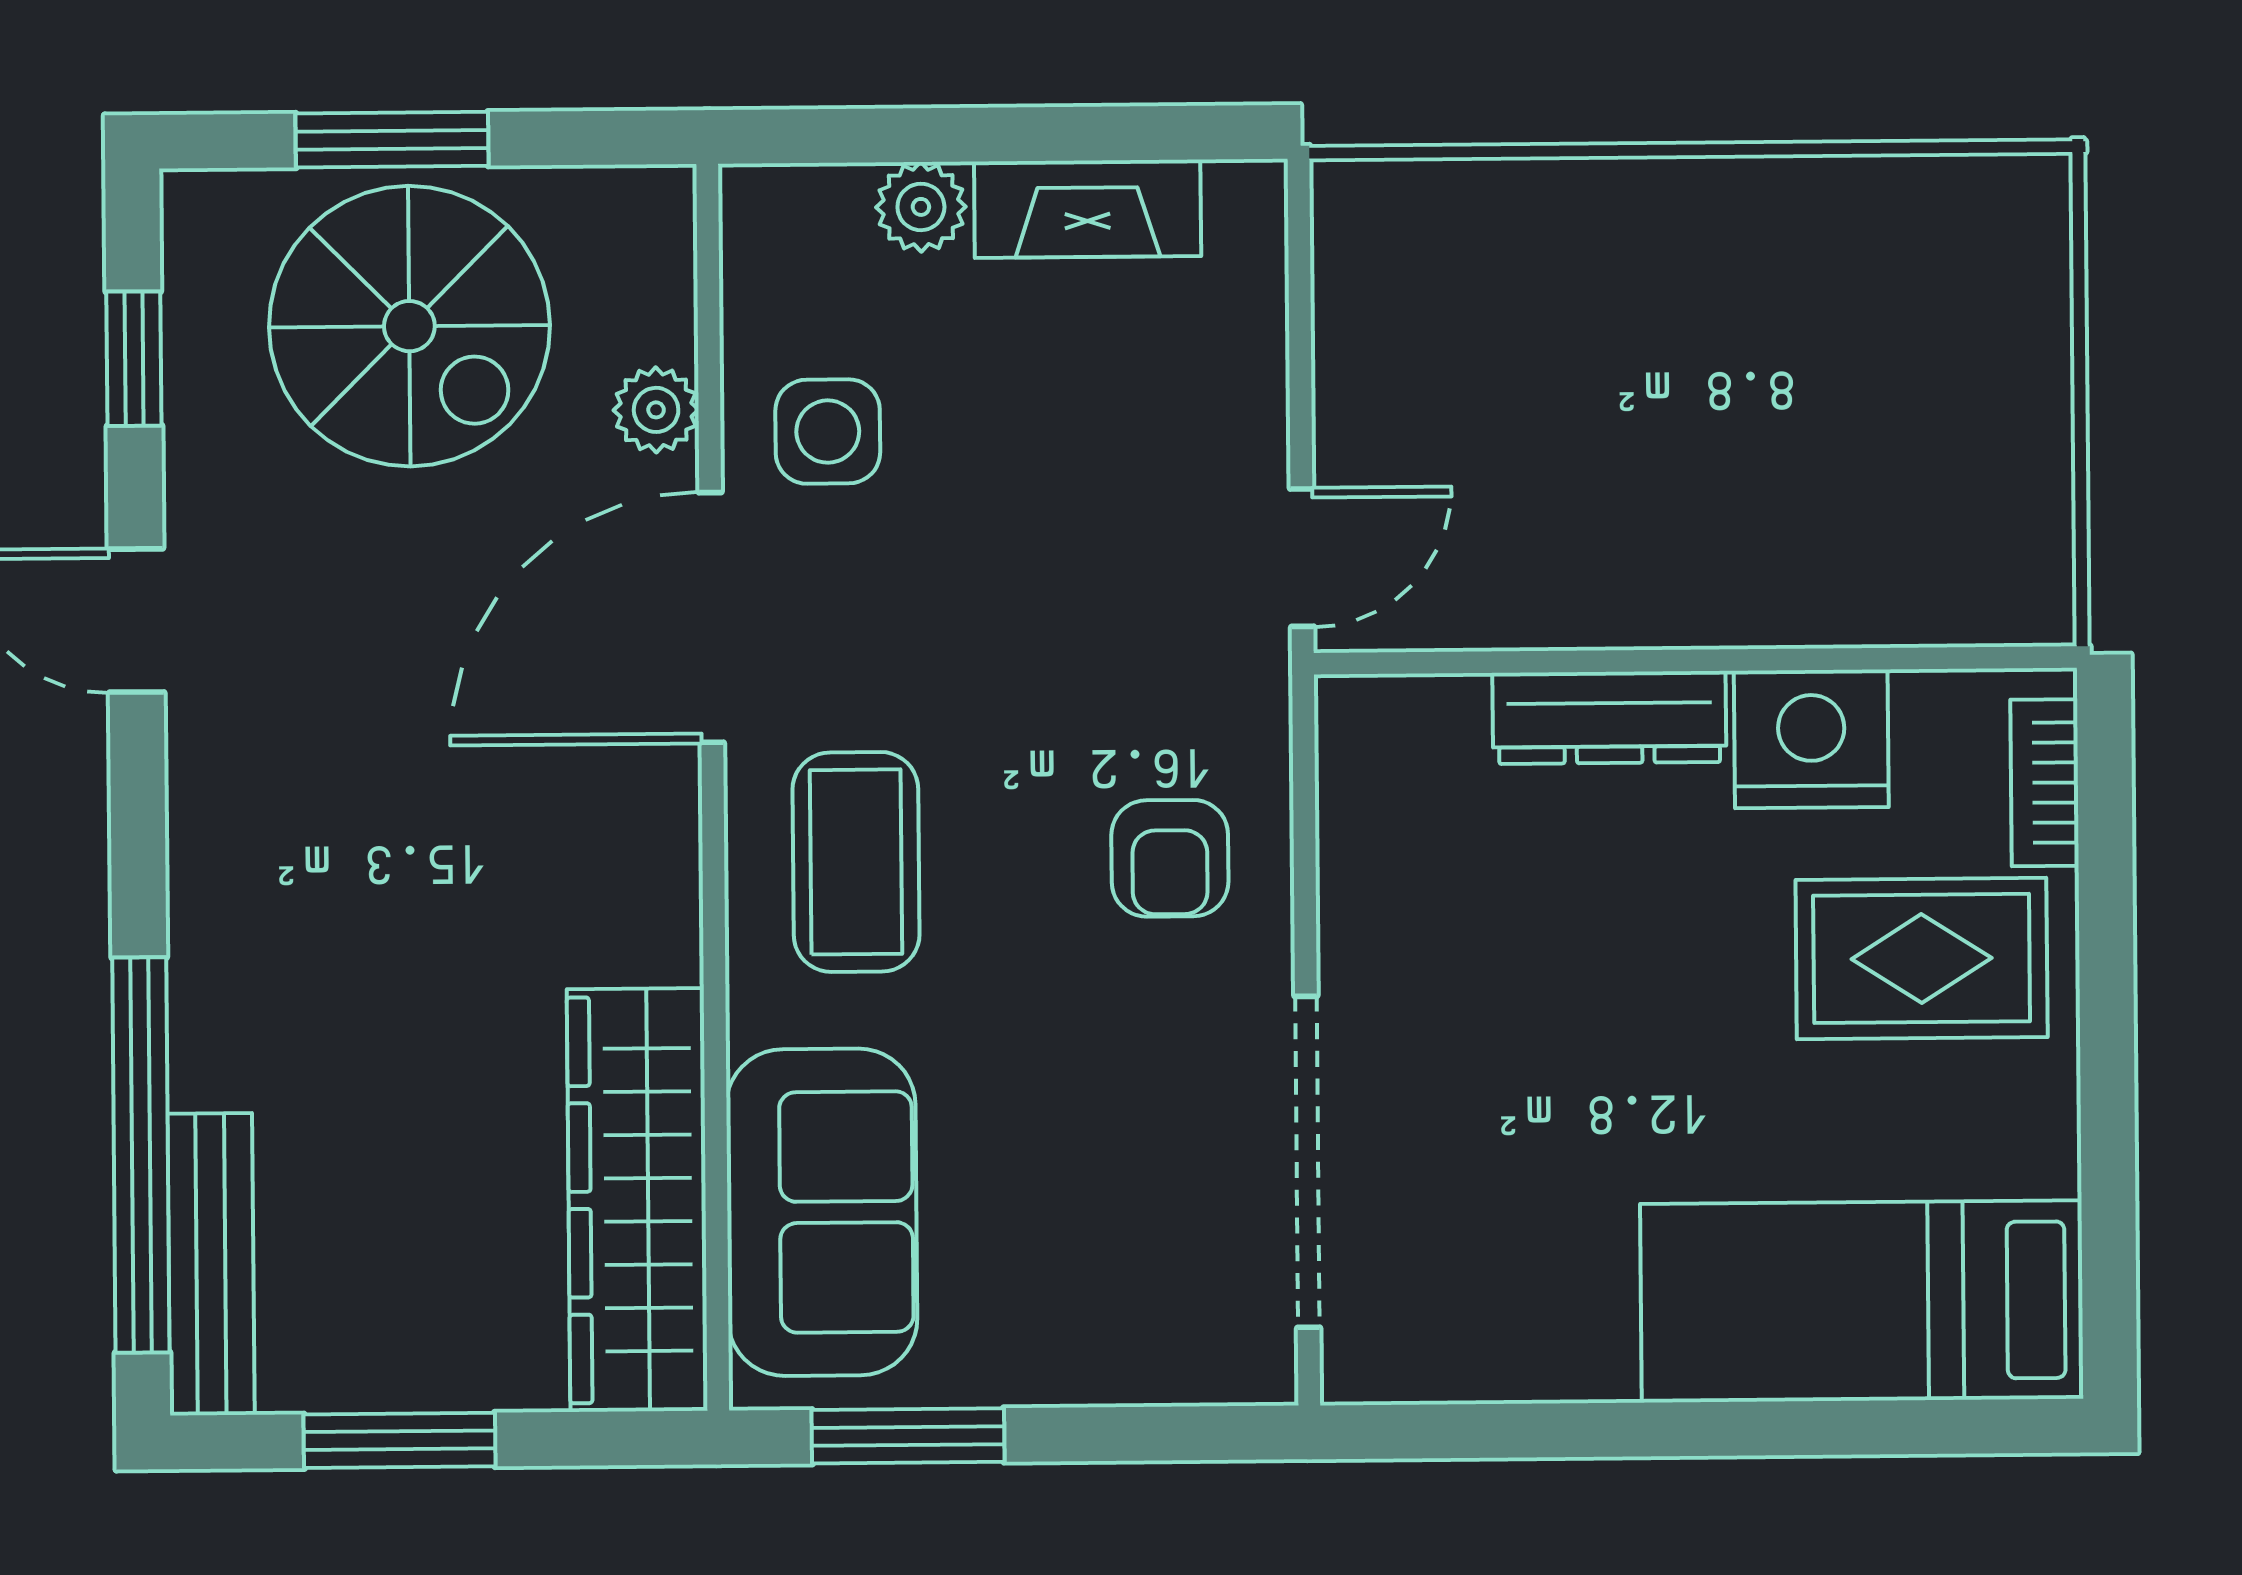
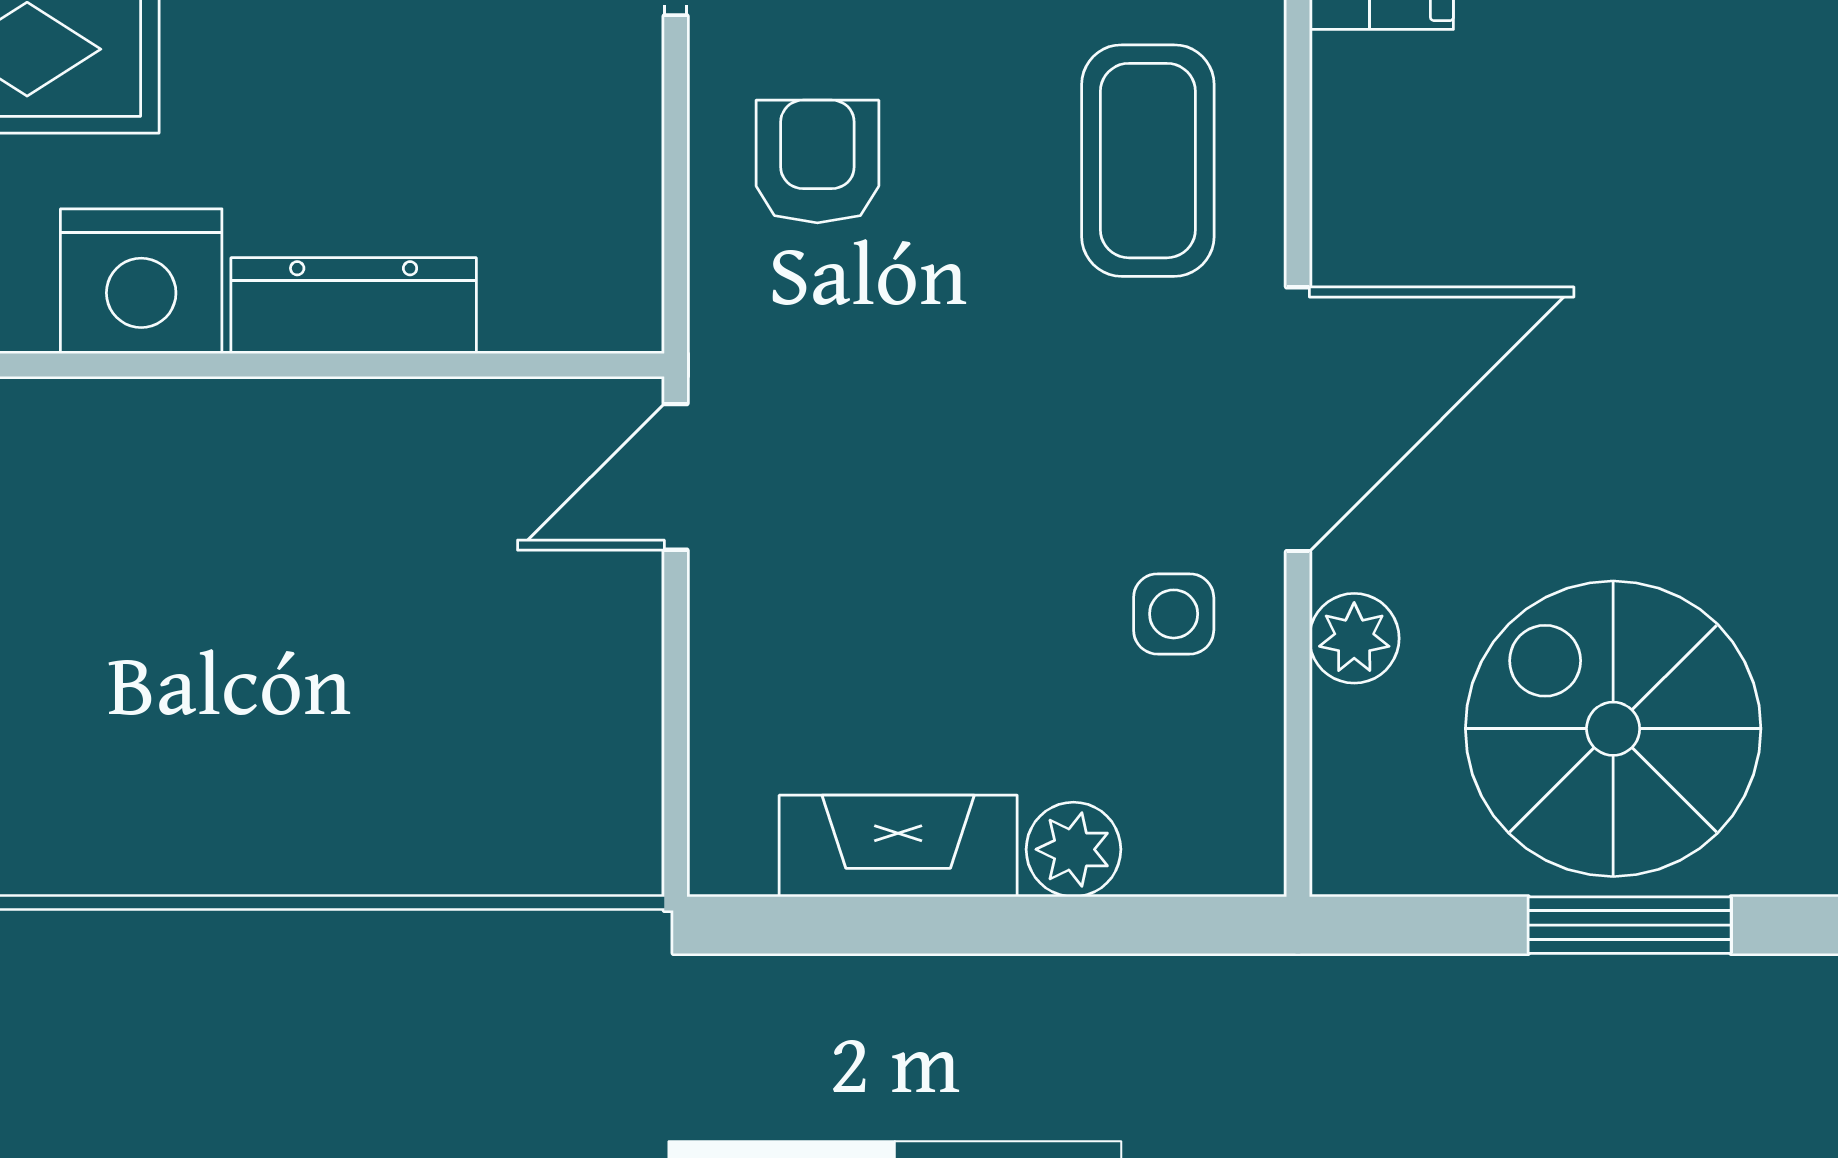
side table: (828, 432) -> (1174, 614), width x0.73, depth x0.73

